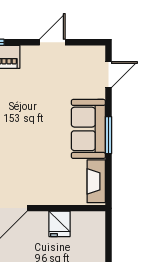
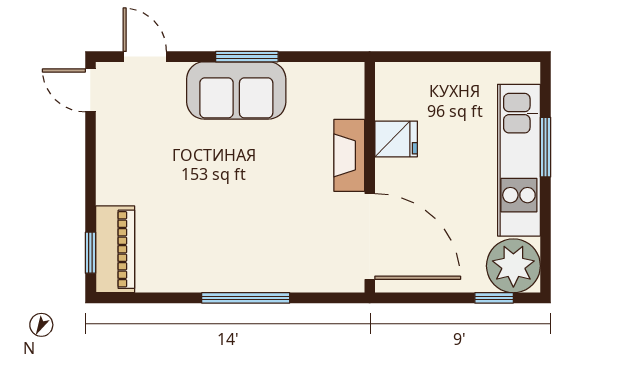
door: (52, 42) -> (90, 90), moved
fireplace: (96, 181) -> (349, 155), moved, turned 90

